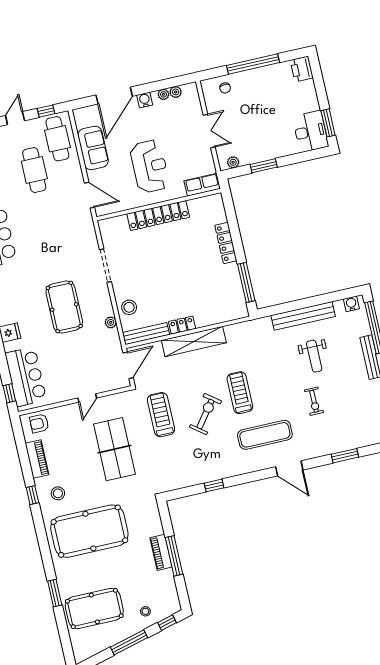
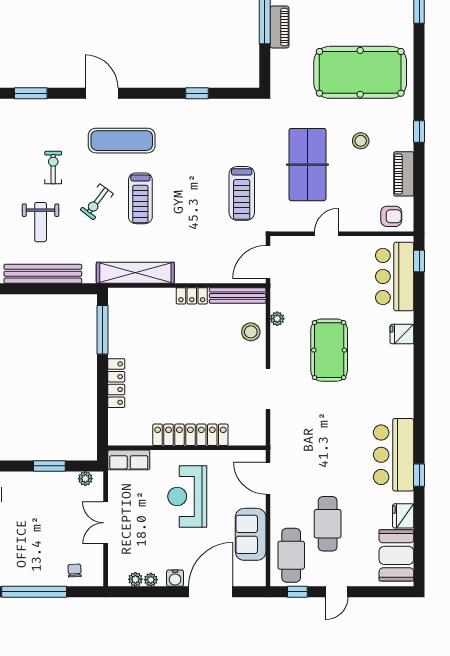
shelving: (194, 342) -> (135, 273), moved
weight bench: (314, 356) -> (41, 222), turned 180
exercise bike: (205, 414) -> (97, 202), moved, width x0.73, depth x0.72
stool: (58, 493) -> (361, 141), moved

